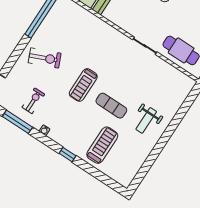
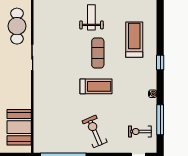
exercise bike: (33, 101) -> (140, 132), moved
weight bench: (146, 120) -> (91, 17), turned -90
treadmill: (102, 145) -> (134, 40), turned 90

